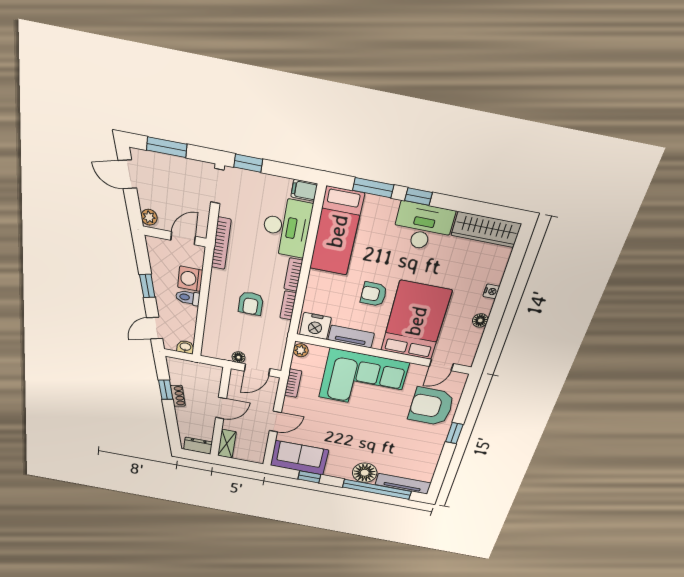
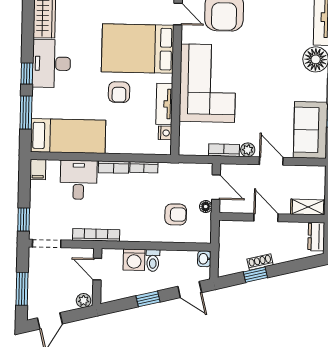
desk: (287, 227) -> (79, 180), width x0.73
armchair: (251, 303) -> (176, 214), moved
nightstand: (315, 326) -> (165, 133), width x0.53, depth x0.56
plant: (301, 350) -> (248, 150), moved

